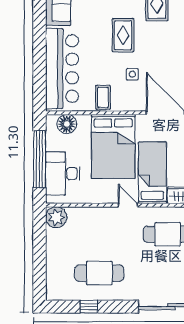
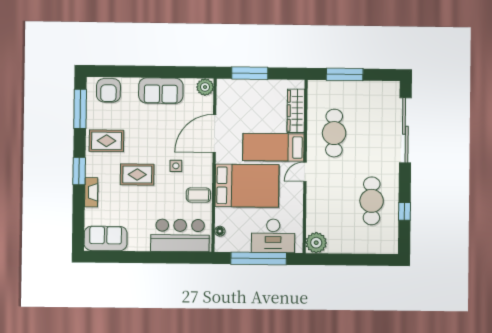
bar counter: (62, 69) -> (180, 235), width x0.73
floor lamp: (67, 124) -> (220, 231), width x0.53, depth x0.53

